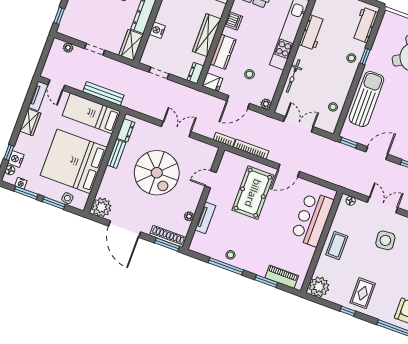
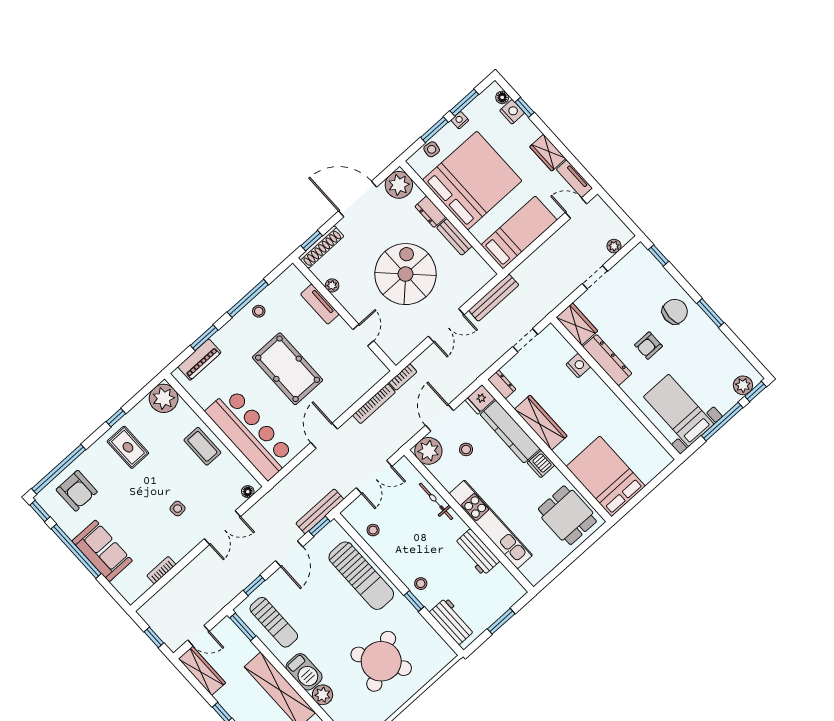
kitchen counter: (223, 52) -> (510, 432), width x1.50
bench: (103, 94) -> (494, 298), moved
plant: (266, 104) -> (428, 451), width x1.88, depth x1.88
dresser: (126, 130) -> (430, 212), moved
bench: (339, 148) -> (320, 511), added
spiral stairs: (157, 173) -> (406, 274), turned 90
nightstand: (21, 183) -> (460, 120), moved
pool table: (253, 193) -> (288, 369), moved
bar counter: (312, 219) -> (250, 434), width x1.36
side table: (385, 240) -> (178, 509), width x0.54, depth x0.54
window: (167, 245) -> (312, 241), width x0.67

